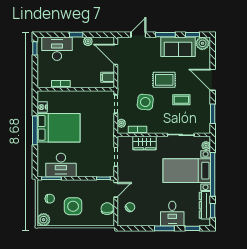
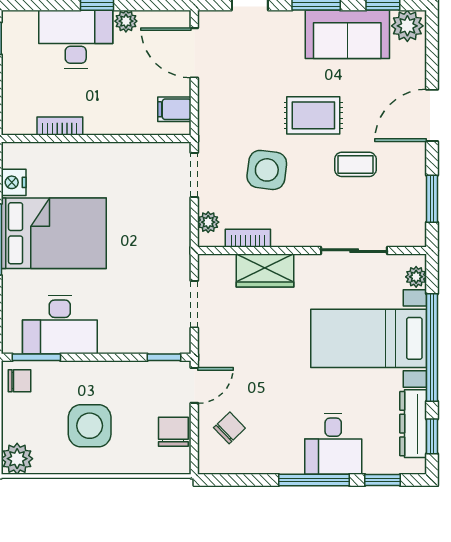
desk: (57, 49) -> (76, 39), moved
door: (213, 80) -> (432, 115), hinge flipped
chair: (50, 199) -> (20, 381), moved
window: (164, 228) -> (314, 480), width x1.44

